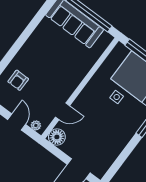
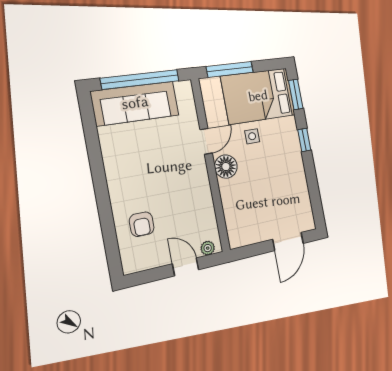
door: (62, 111) -> (206, 141), moved
floor lamp: (57, 137) -> (226, 167), moved

